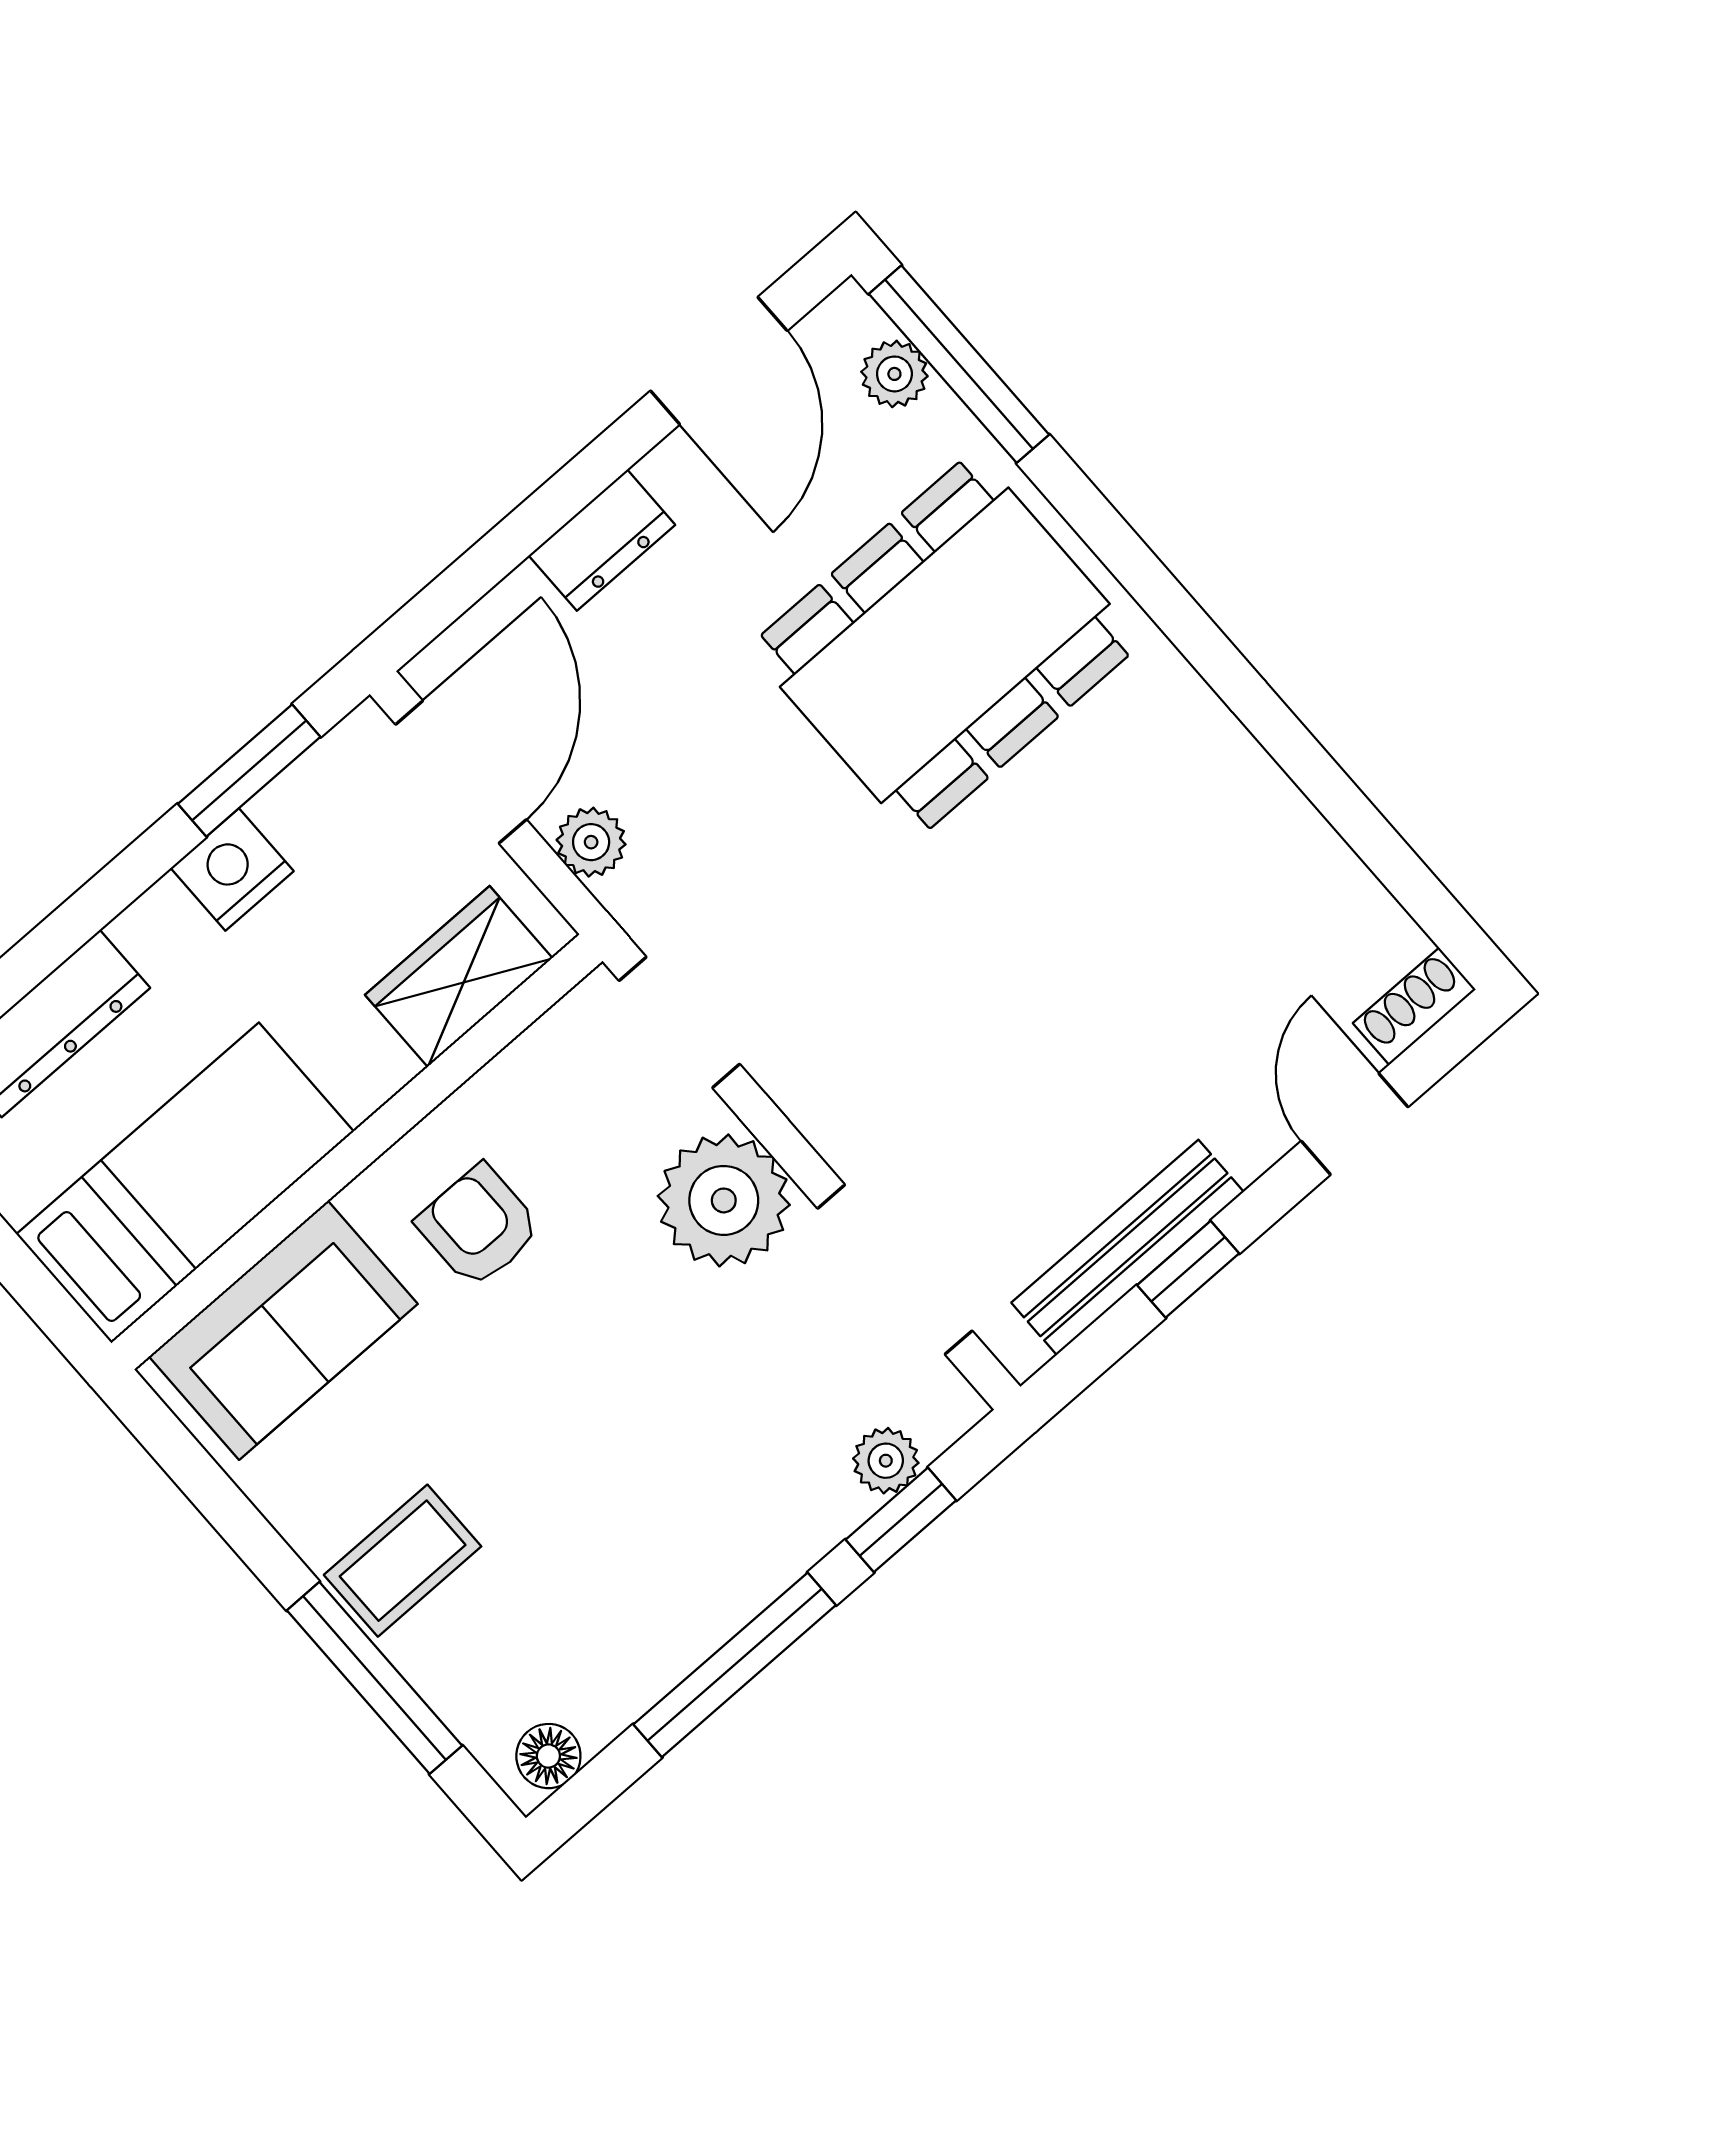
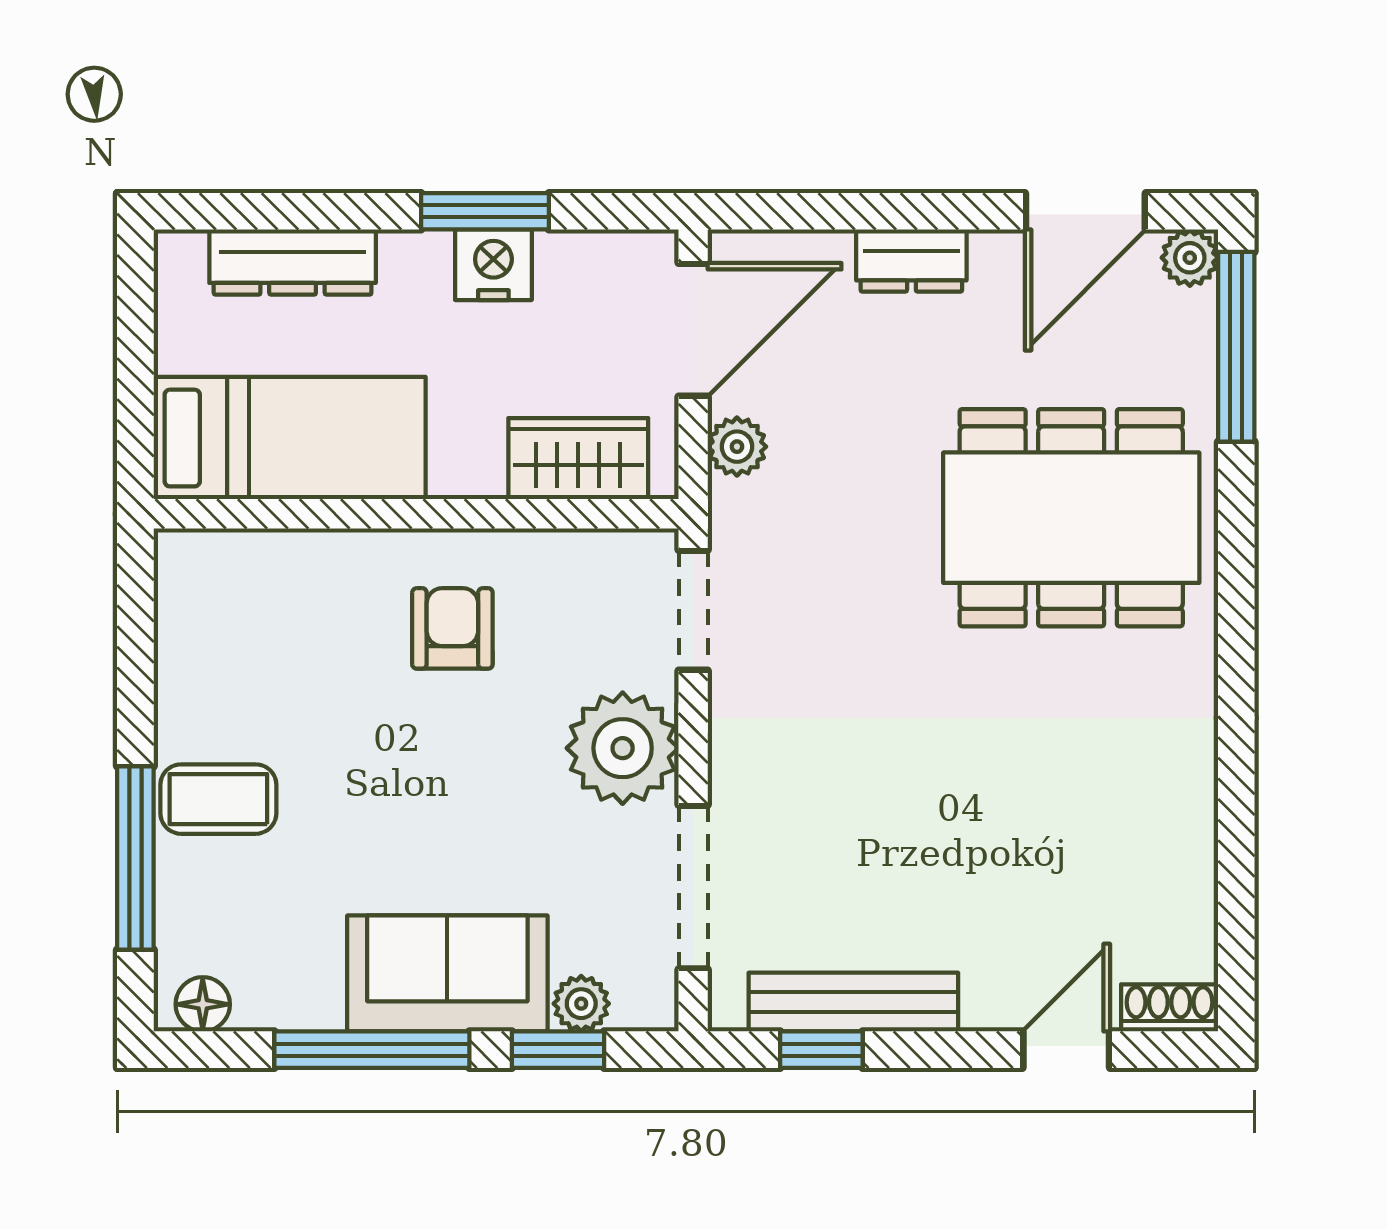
plant: (894, 374) -> (1190, 258), moved
window: (249, 770) -> (485, 211), moved
window: (1188, 1269) -> (821, 1050), moved
sofa: (283, 1330) -> (447, 973), moved, turned 180

